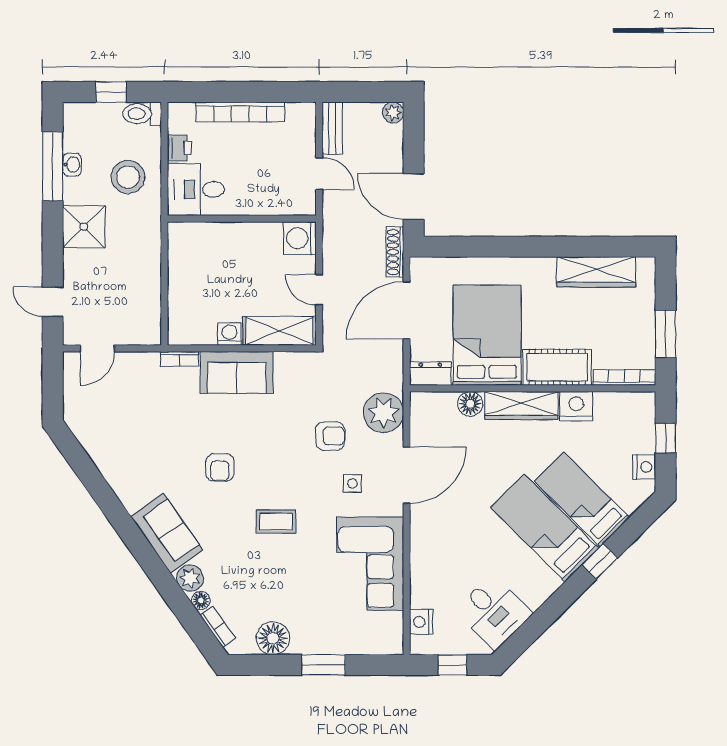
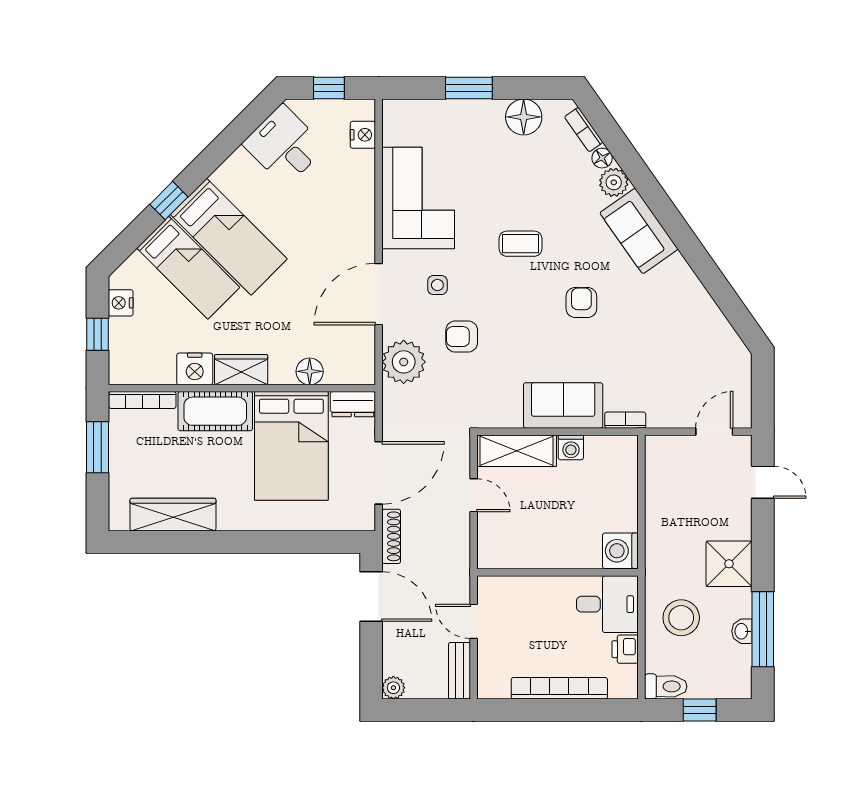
washing machine: (300, 238) -> (620, 551), moved, turned 180
wardrobe: (521, 406) -> (241, 370), width x0.67

